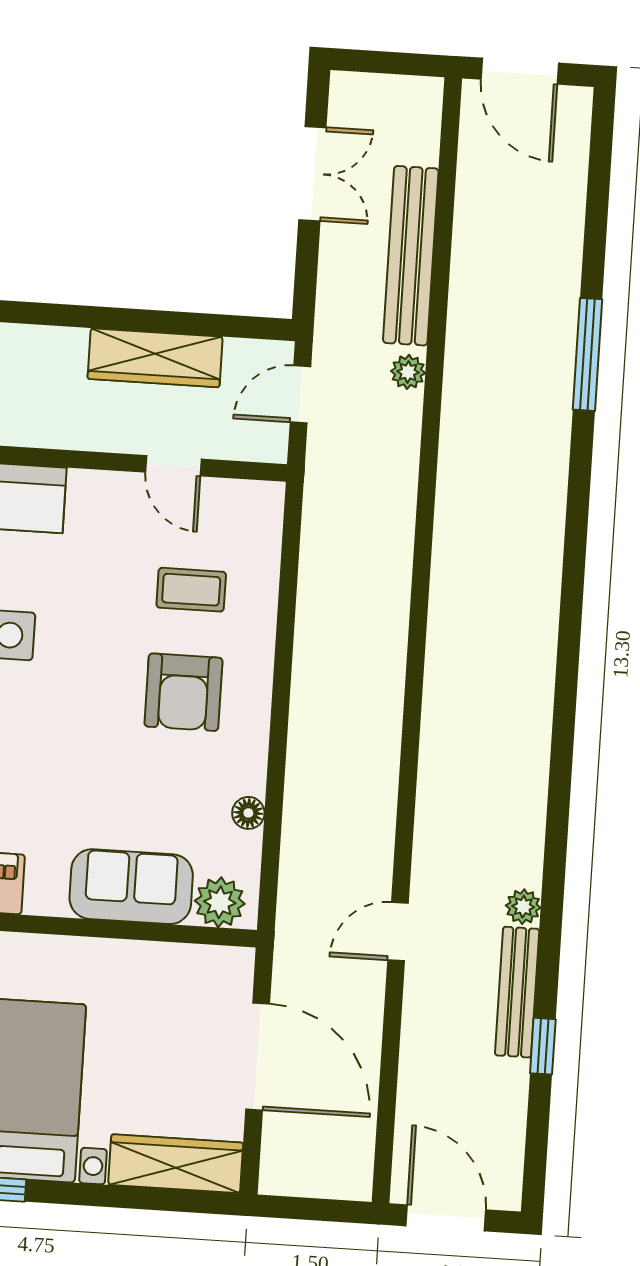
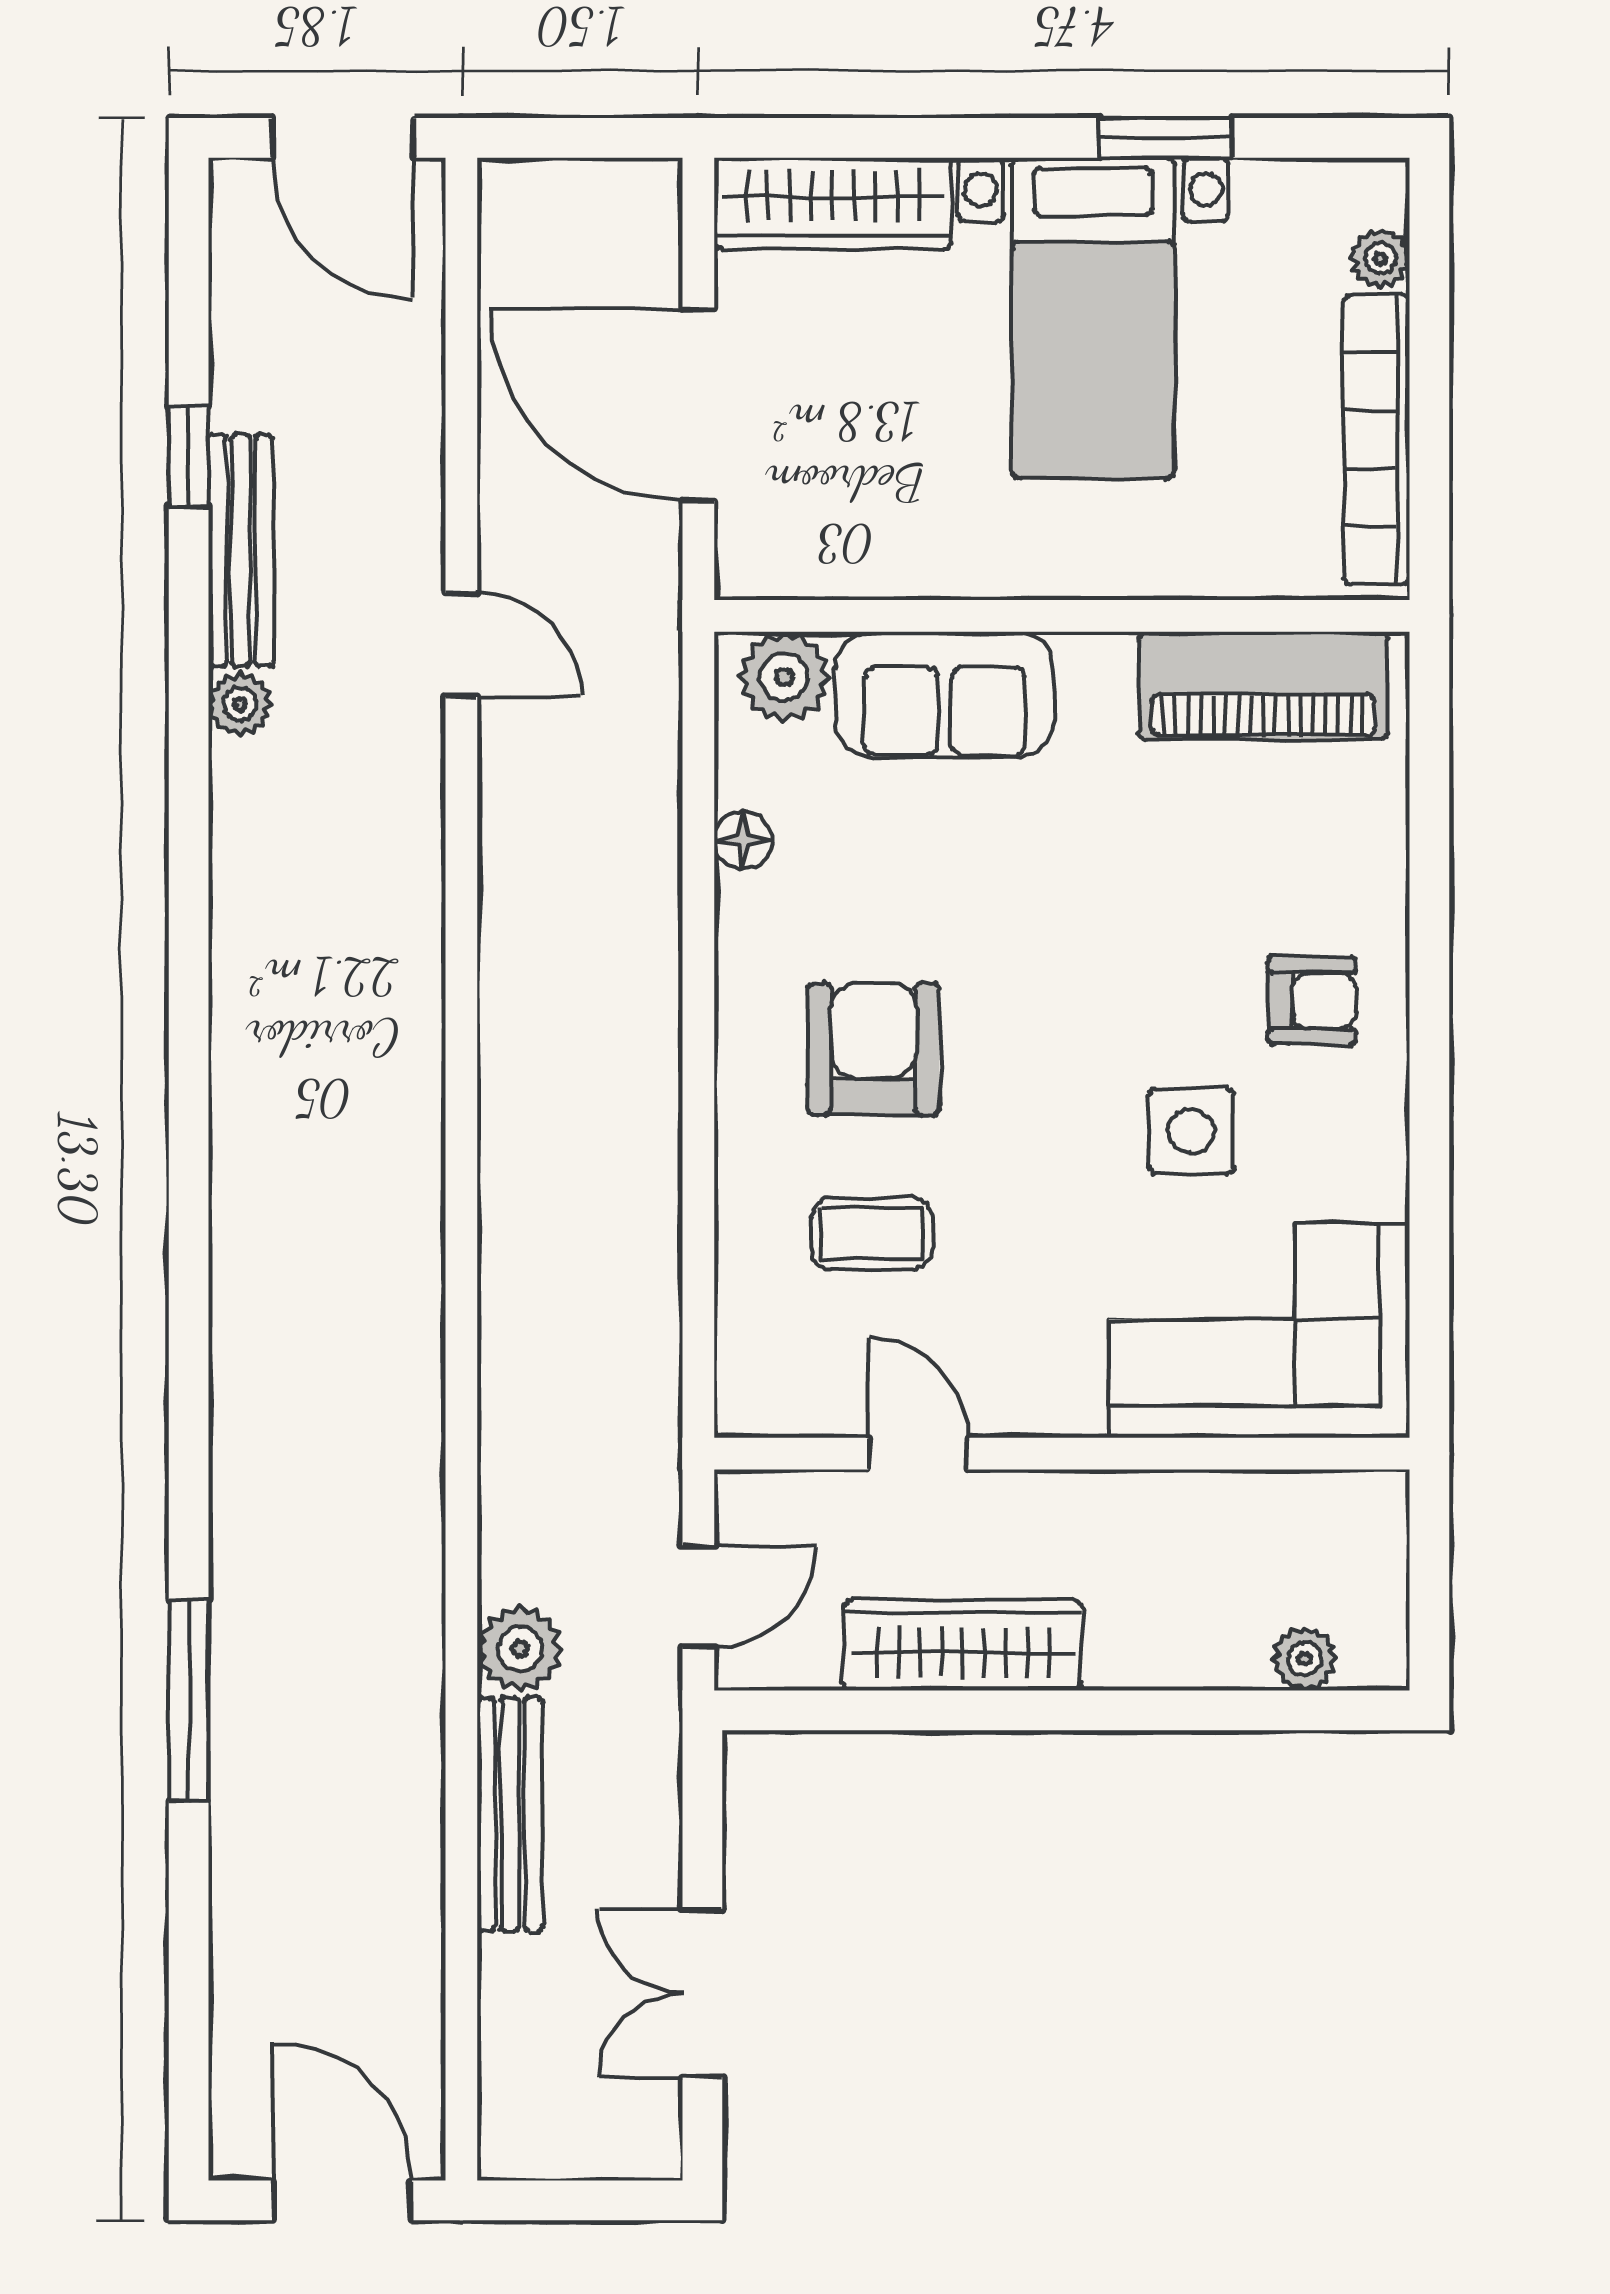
bench: (411, 256) -> (510, 1815), width x0.73, depth x0.82
plant: (408, 372) -> (520, 1649), width x1.38, depth x1.38
door: (398, 932) -> (461, 645), hinge flipped

